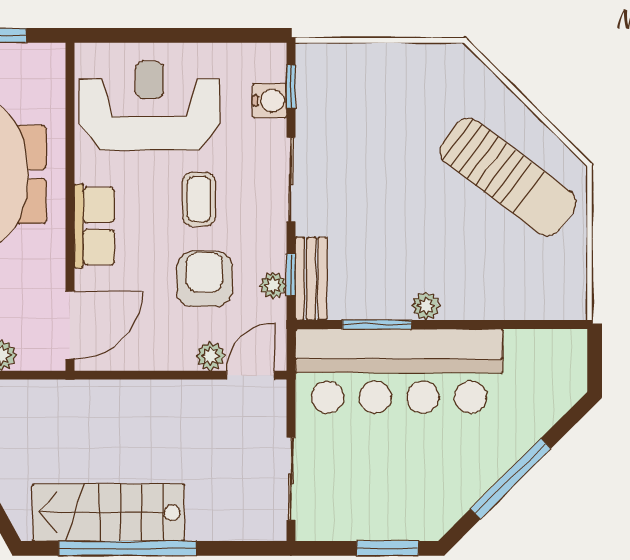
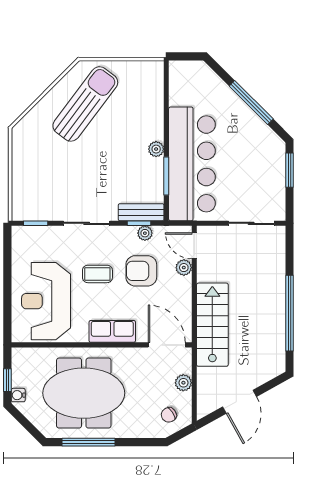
water cooler: (270, 101) -> (43, 235), removed
stairs: (108, 512) -> (212, 325), moved, turned 180

